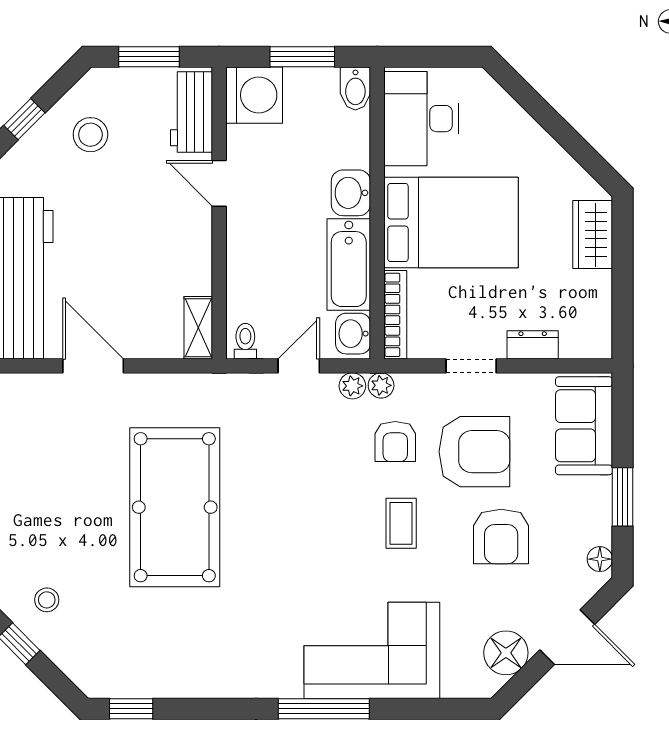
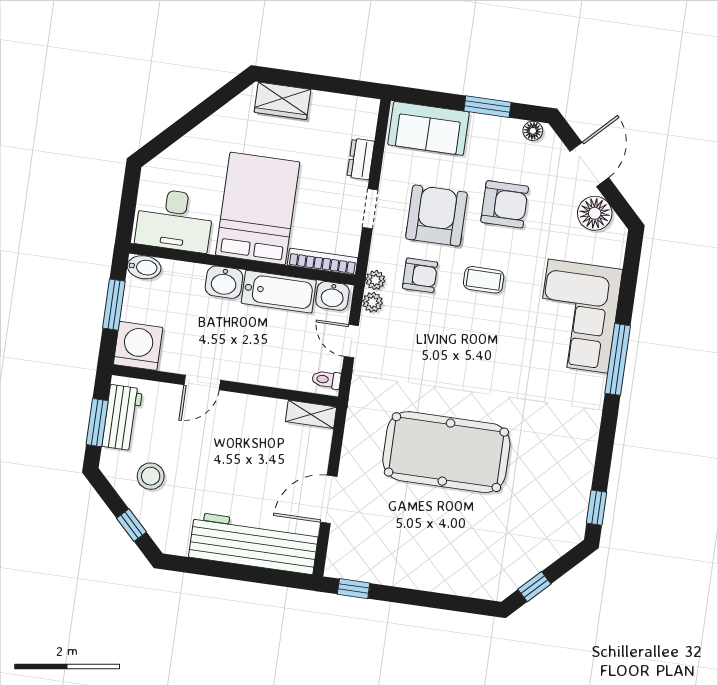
workbench: (192, 112) -> (122, 418), moved, turned -90
stool: (47, 600) -> (504, 561), removed

